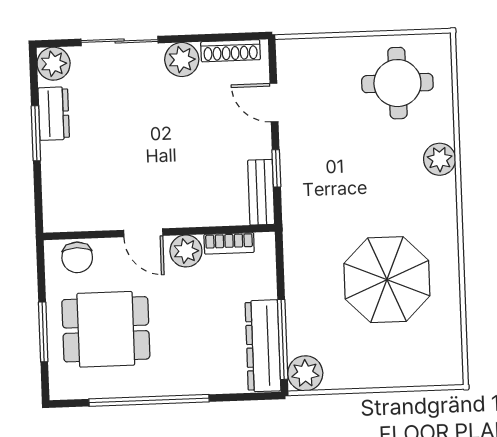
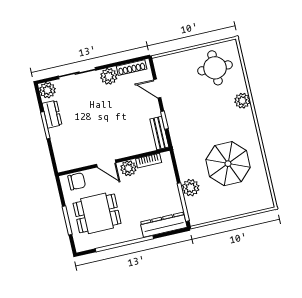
chair: (77, 257) -> (77, 181), turned -90
dresser: (263, 346) -> (164, 225), moved, turned 90
plant: (305, 373) -> (191, 188), moved

